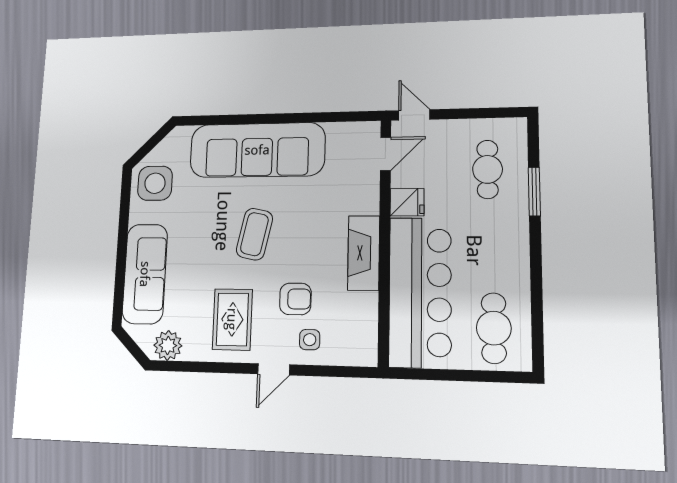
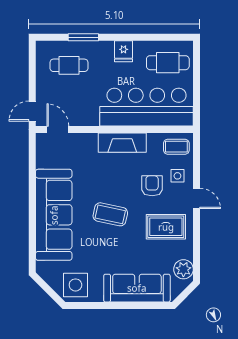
fridge: (407, 202) -> (124, 51), moved, turned 180
coffee table: (356, 339) -> (176, 147), added

